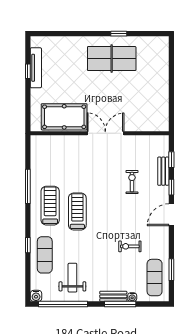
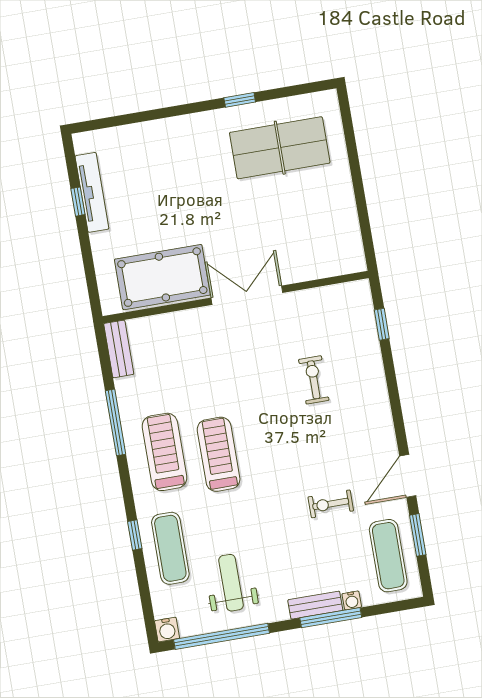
table tennis table: (112, 59) -> (280, 148), moved
bench: (163, 171) -> (119, 349), moved
window: (171, 187) -> (391, 377), removed
door: (171, 215) -> (408, 476), moved

